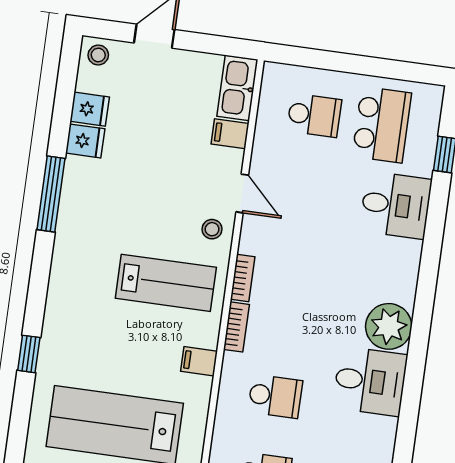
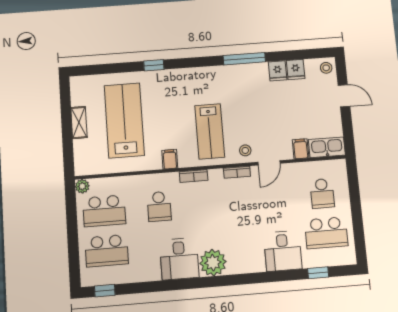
bookcase: (243, 278) -> (237, 172), moved

